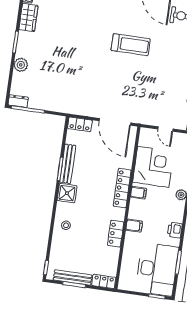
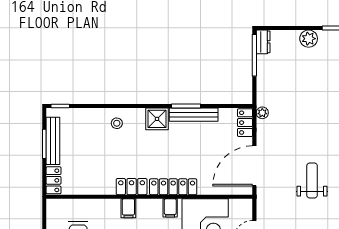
weight bench: (133, 78) -> (312, 181), added
plant: (74, 110) -> (262, 113), added
locker: (116, 234) -> (132, 187), moved

